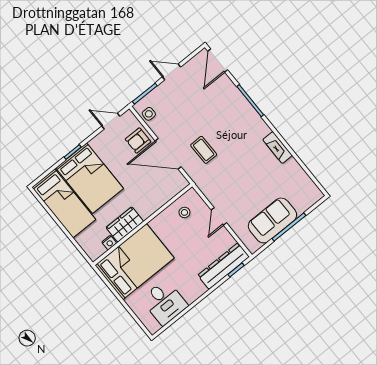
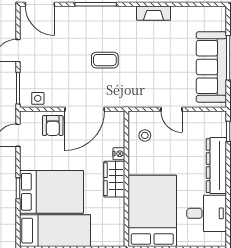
coffee table: (204, 150) -> (105, 60), moved
sofa: (272, 220) -> (211, 67), width x1.36
wardrobe: (125, 224) -> (114, 179), moved
nightstand: (109, 243) -> (119, 154), moved
dresser: (223, 266) -> (216, 166), moved

